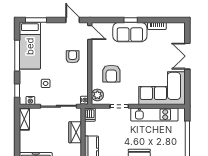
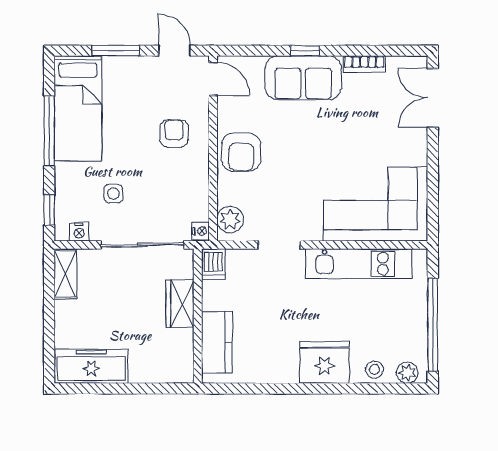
window: (36, 20) -> (116, 51), moved
double door: (187, 56) -> (433, 98), moved
armchair: (111, 74) -> (241, 152), moved

